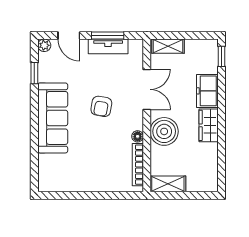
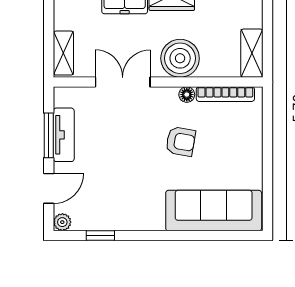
armchair: (101, 106) -> (181, 141), moved
sofa: (53, 118) -> (214, 211), moved

